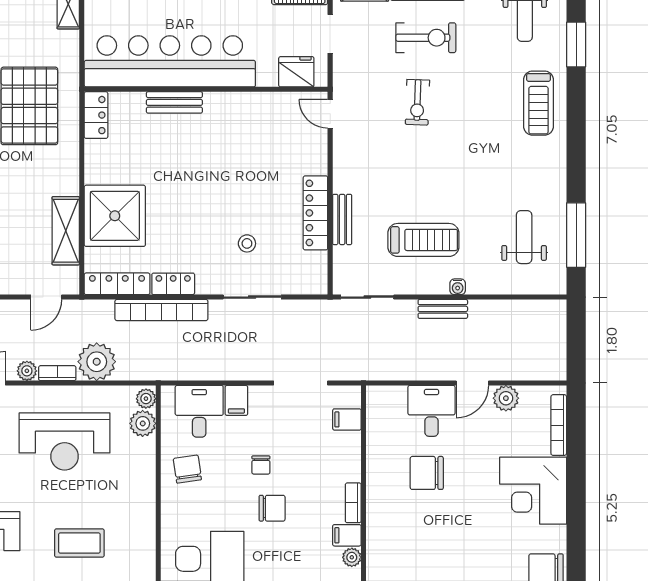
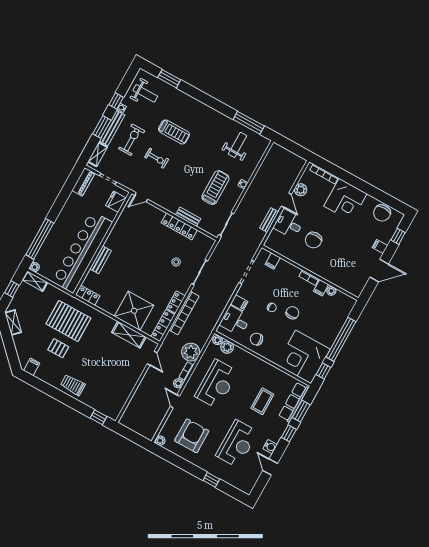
treadmill: (539, 103) -> (174, 132), moved
weight bench: (524, 237) -> (238, 145), turned 90
bench: (443, 309) -> (269, 220), moved

